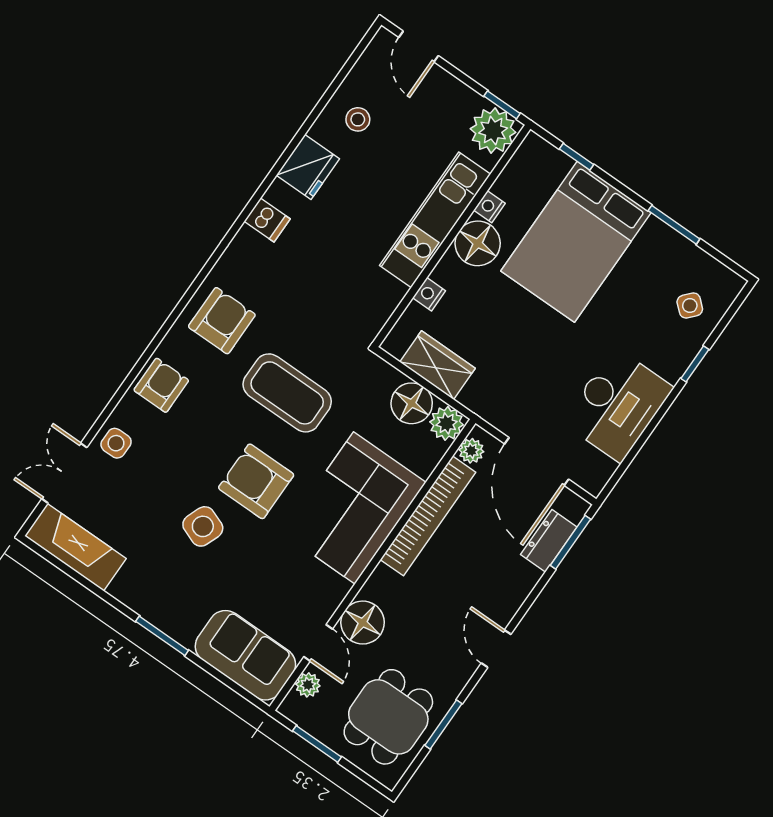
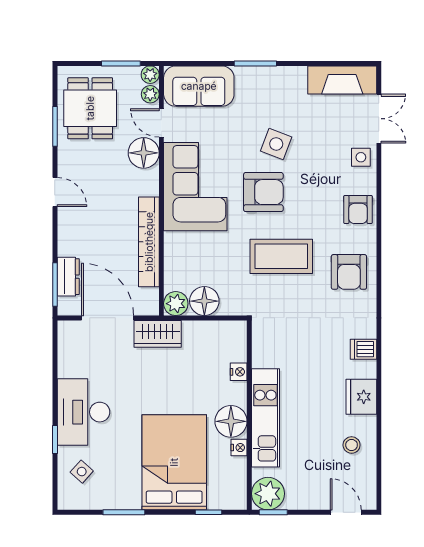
wardrobe: (437, 365) -> (158, 334), moved
desk: (618, 405) -> (83, 412), moved
plant: (471, 451) -> (150, 75), moved
corner sofa: (354, 508) -> (195, 187), moved

